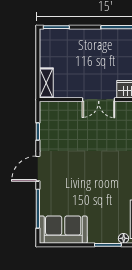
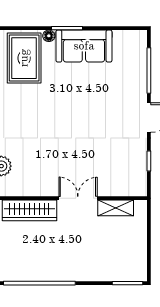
shelving: (46, 83) -> (116, 208), moved, turned 90
sofa: (63, 230) -> (84, 46), moved

